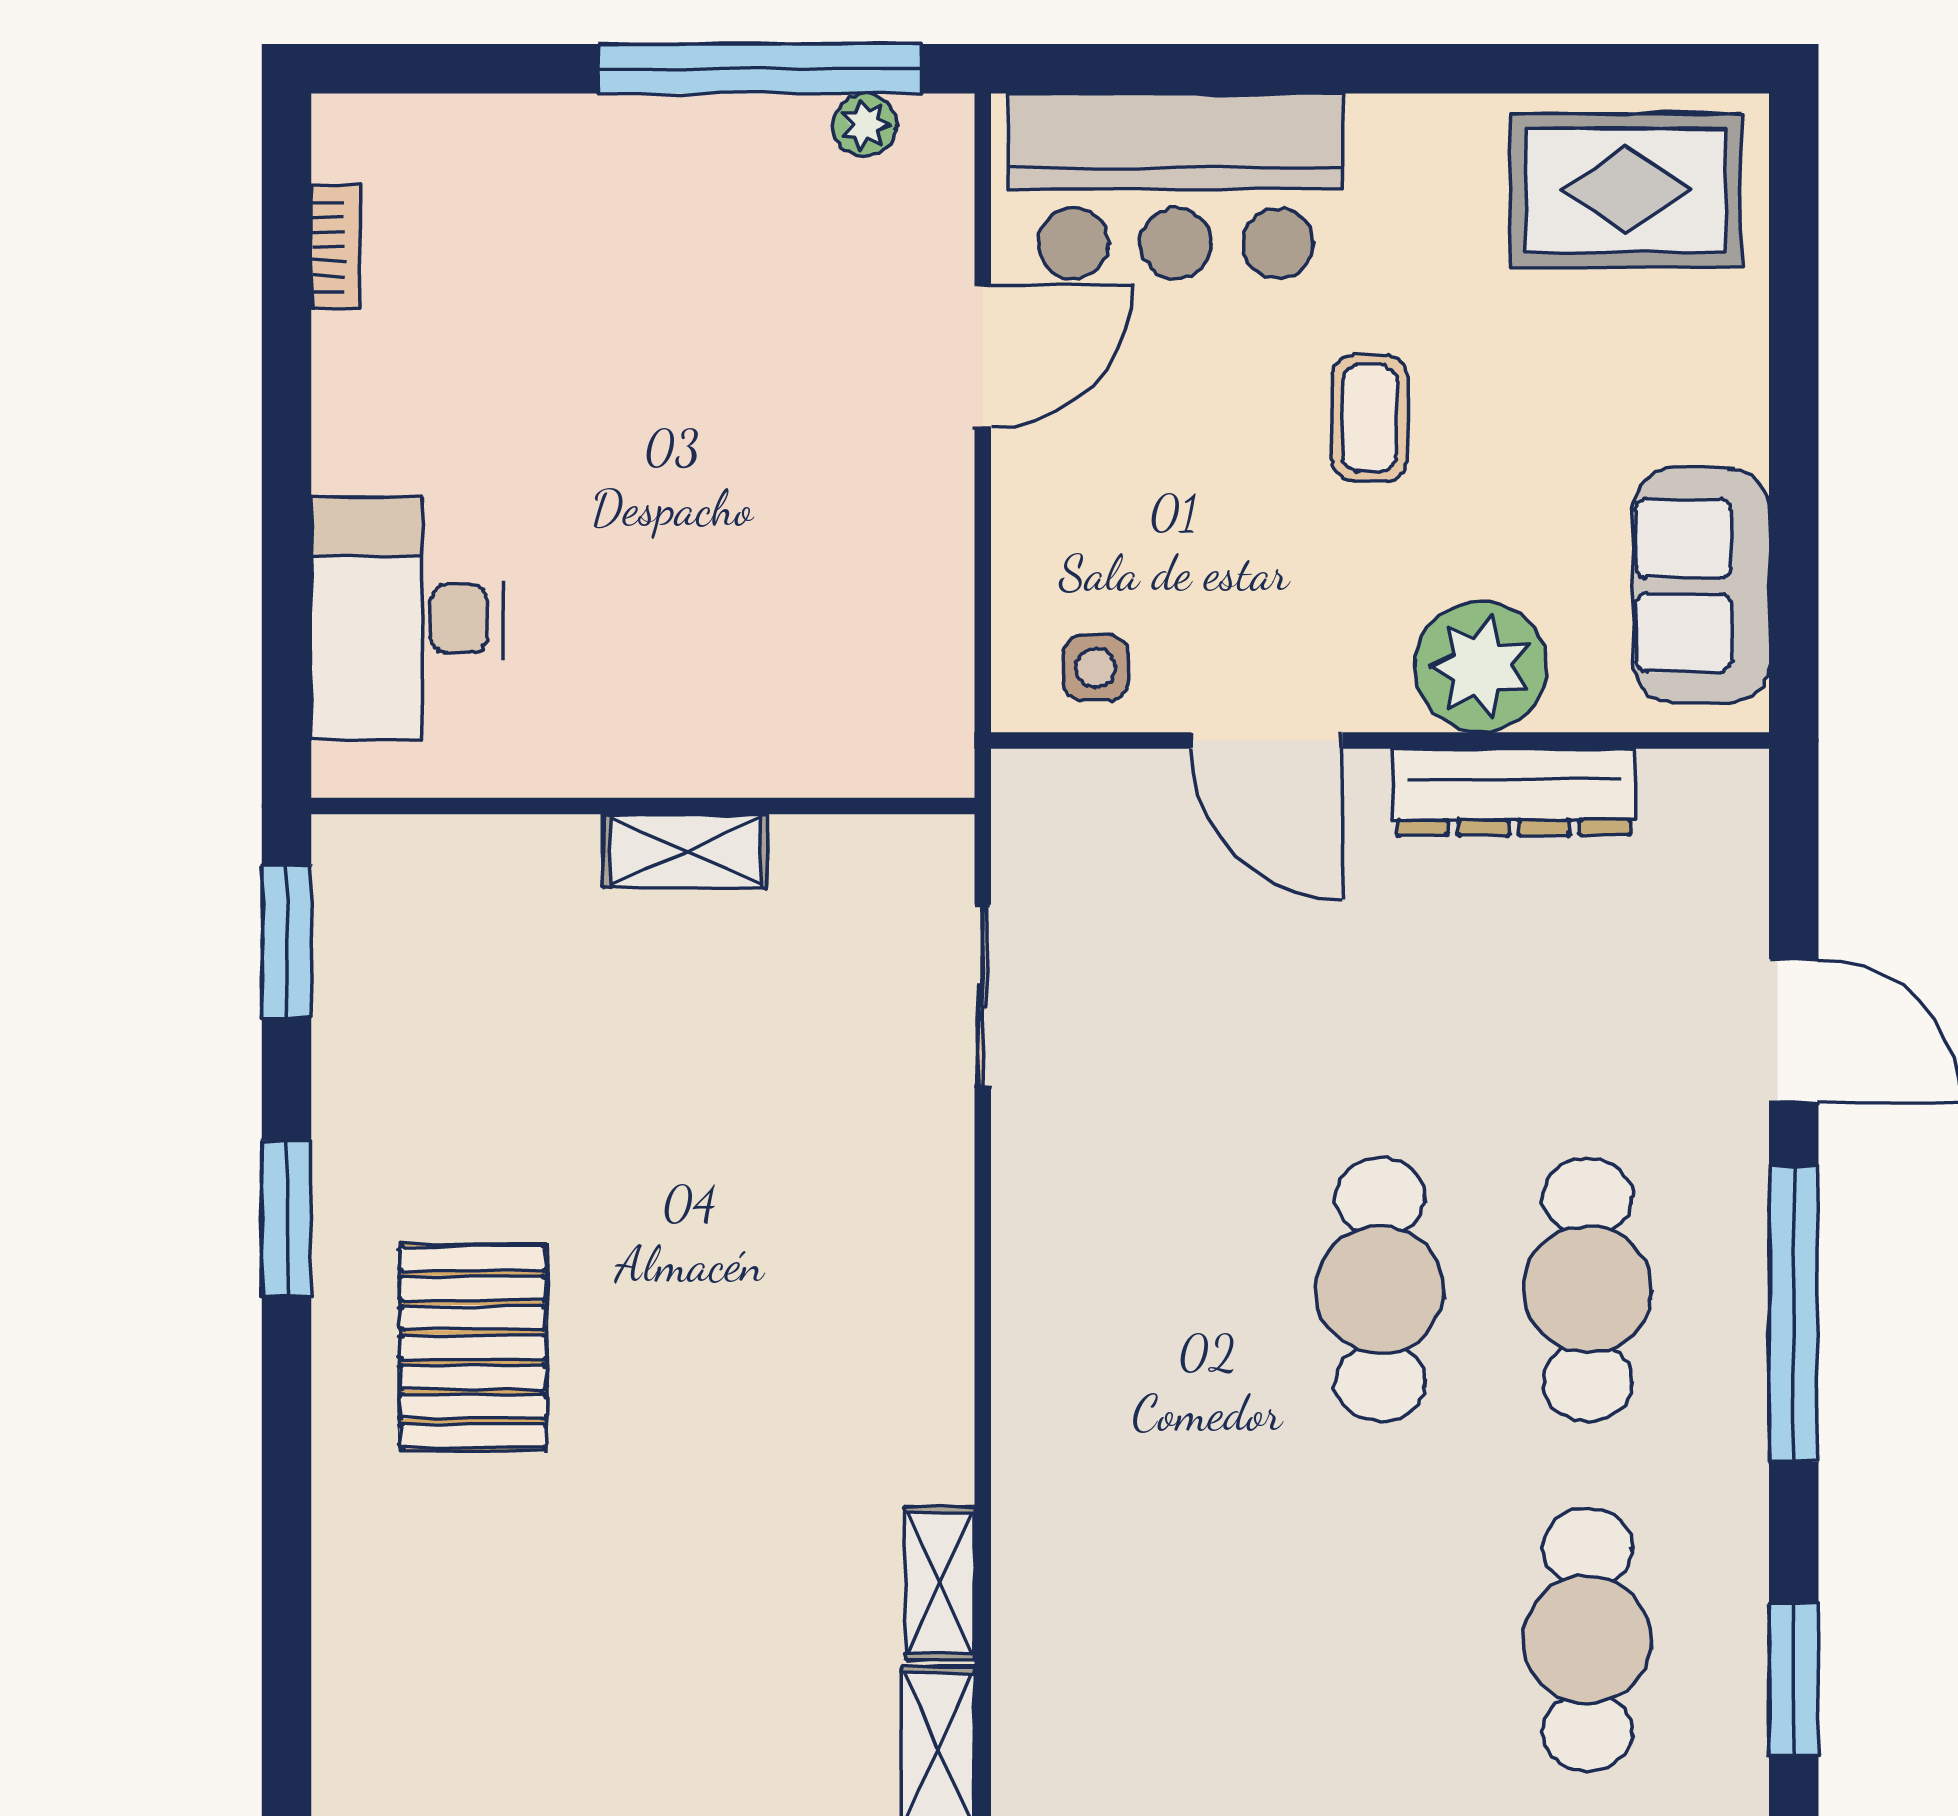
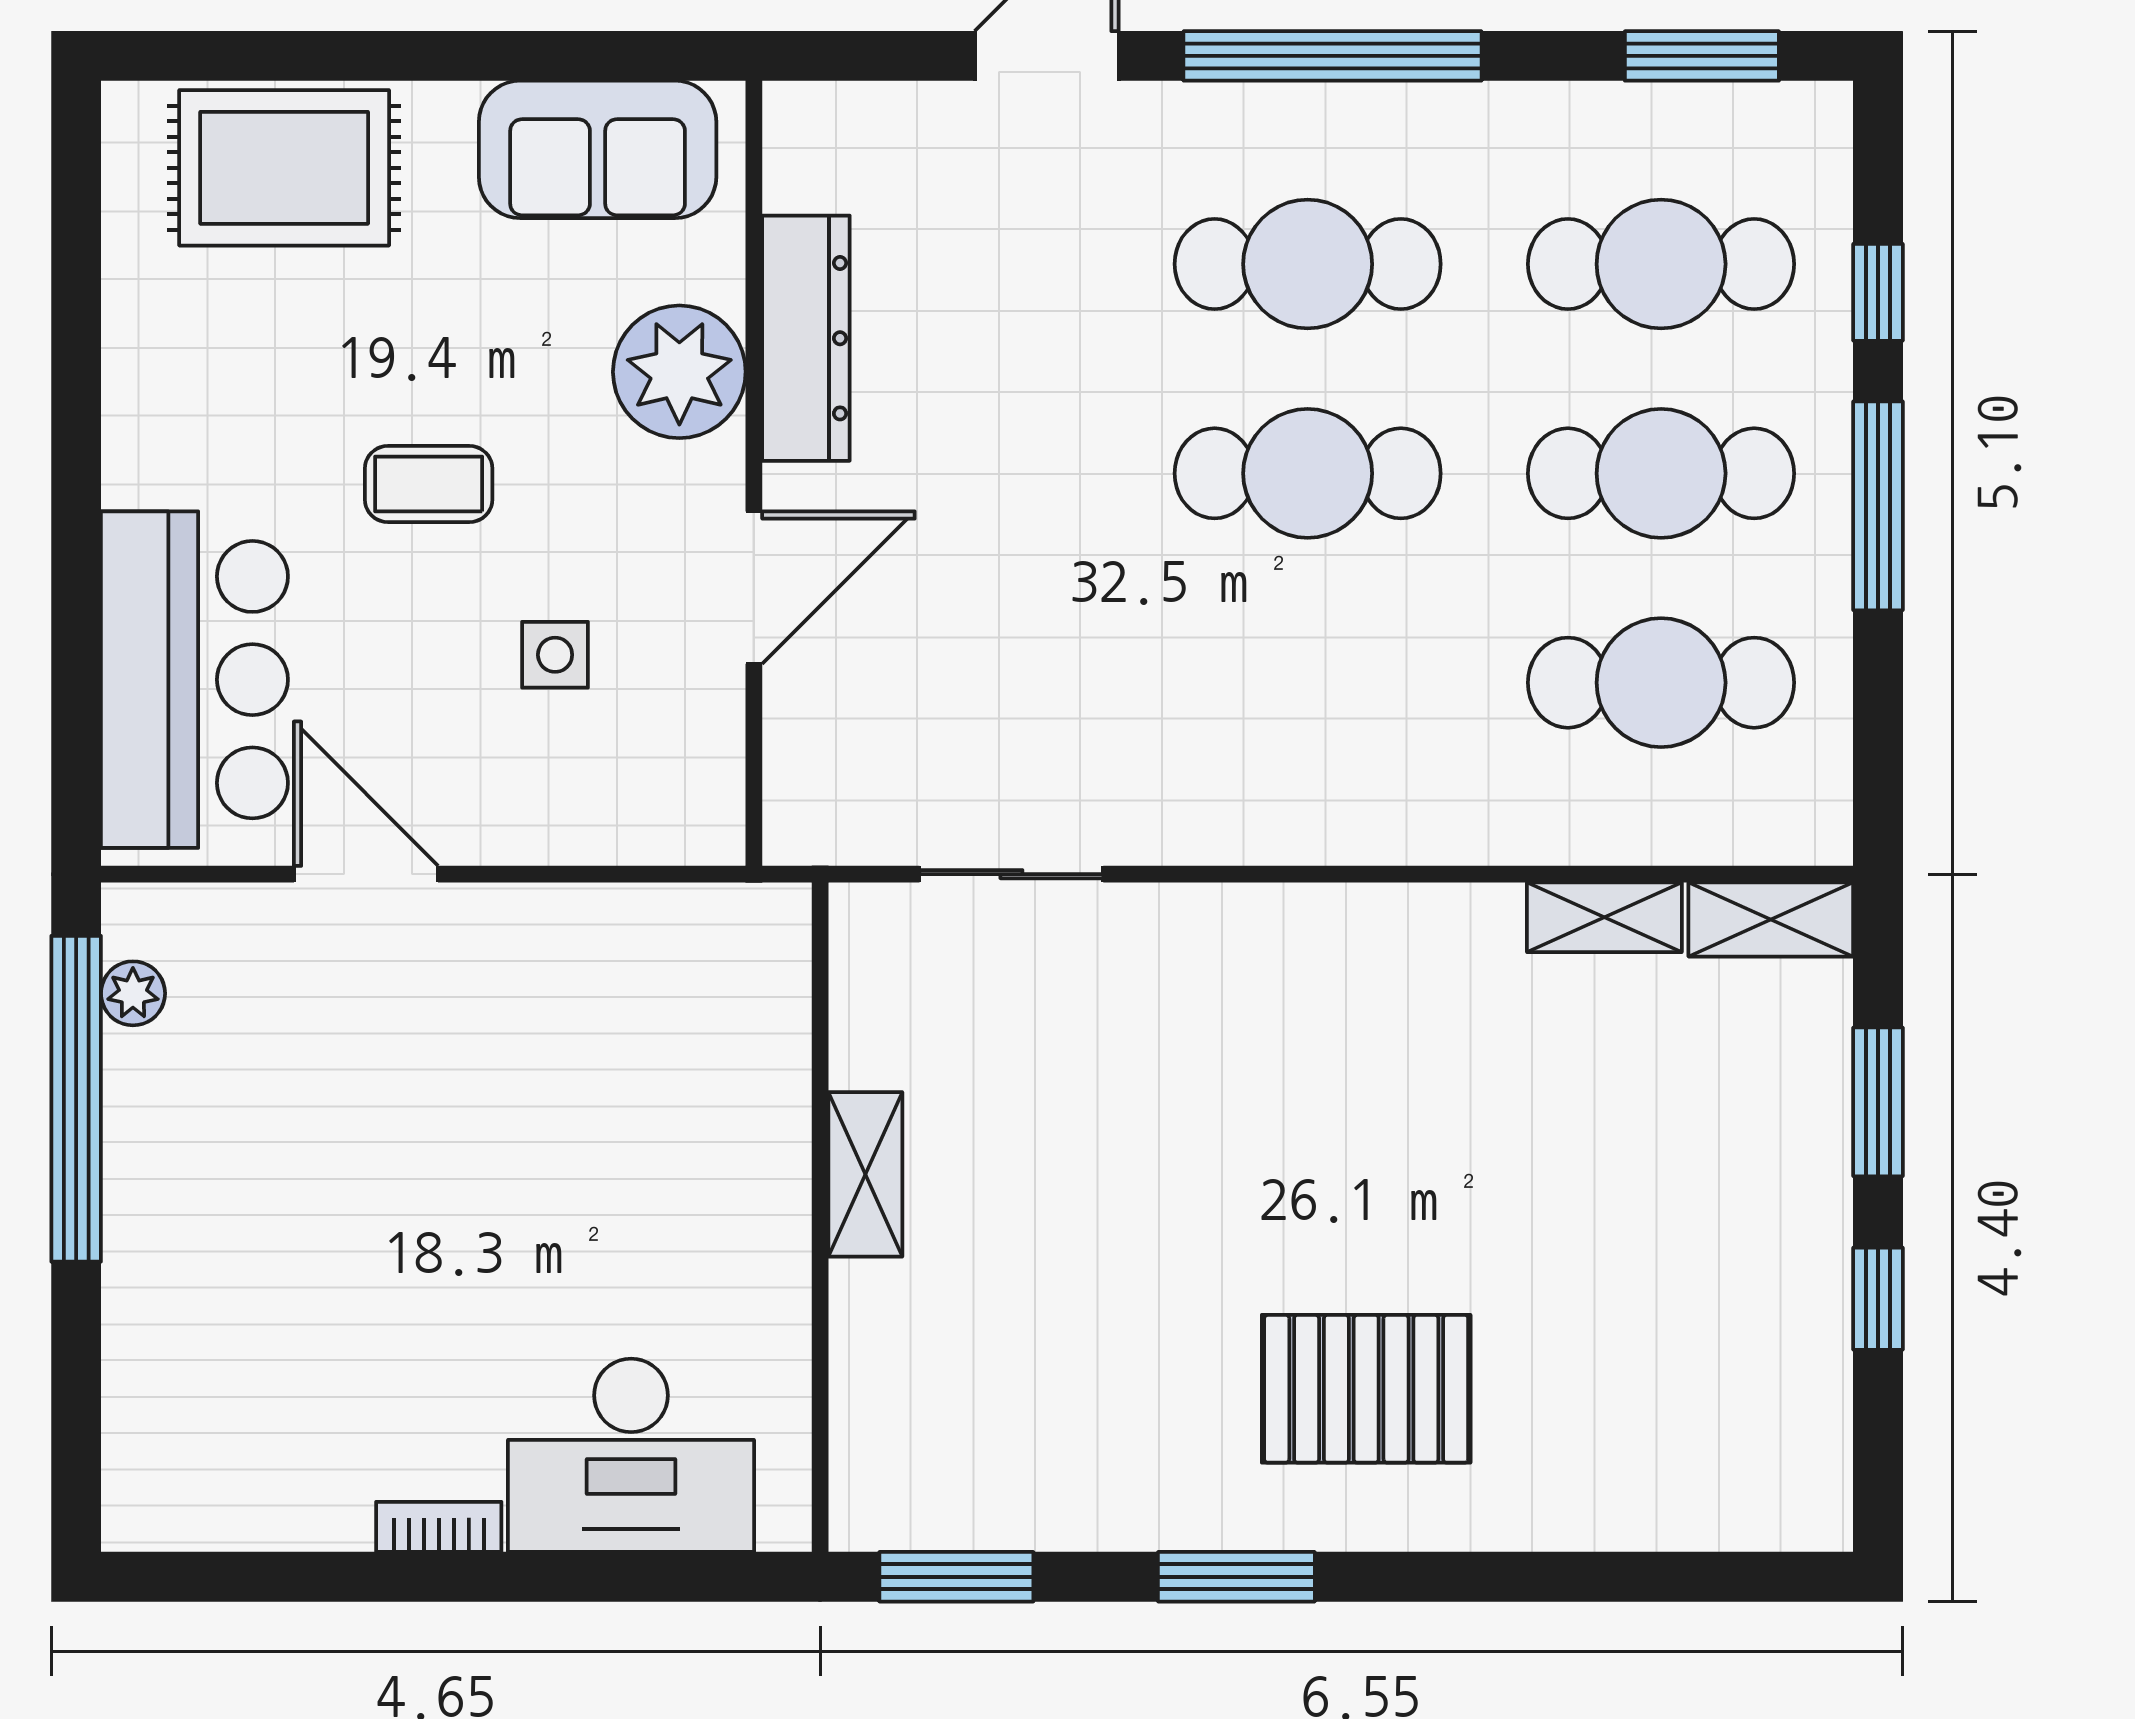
rug: (1626, 190) -> (284, 168), moved, turned 90
bookcase: (336, 247) -> (439, 1527), moved
side table: (1096, 668) -> (555, 655), moved
cafe table: (1173, 1640) -> (1661, 683), added
cafe table: (1380, 1640) -> (1661, 473), added

